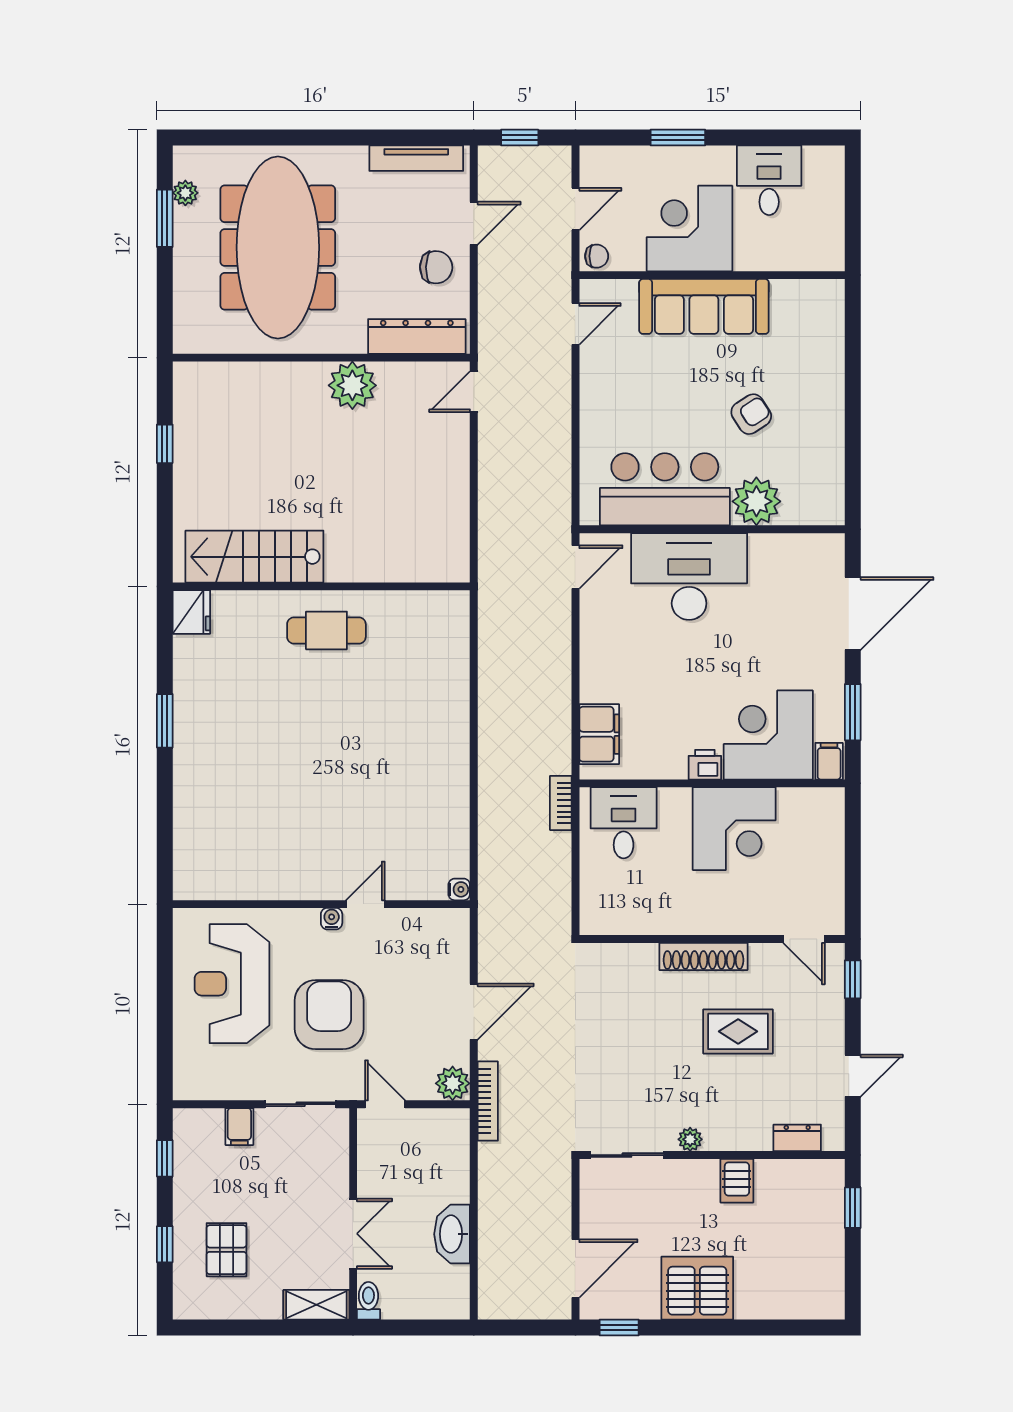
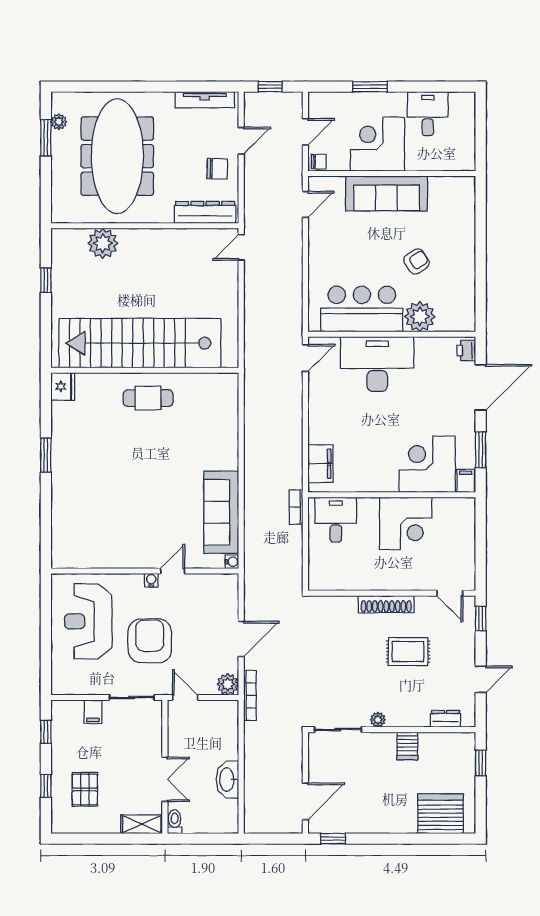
plant: (352, 385) -> (103, 243), moved
stairs: (254, 557) -> (140, 343), width x1.86, depth x1.51
printer: (705, 765) -> (466, 351), moved, turned -90
sofa: (442, 811) -> (221, 512), added
server rack: (697, 1288) -> (441, 814), moved

